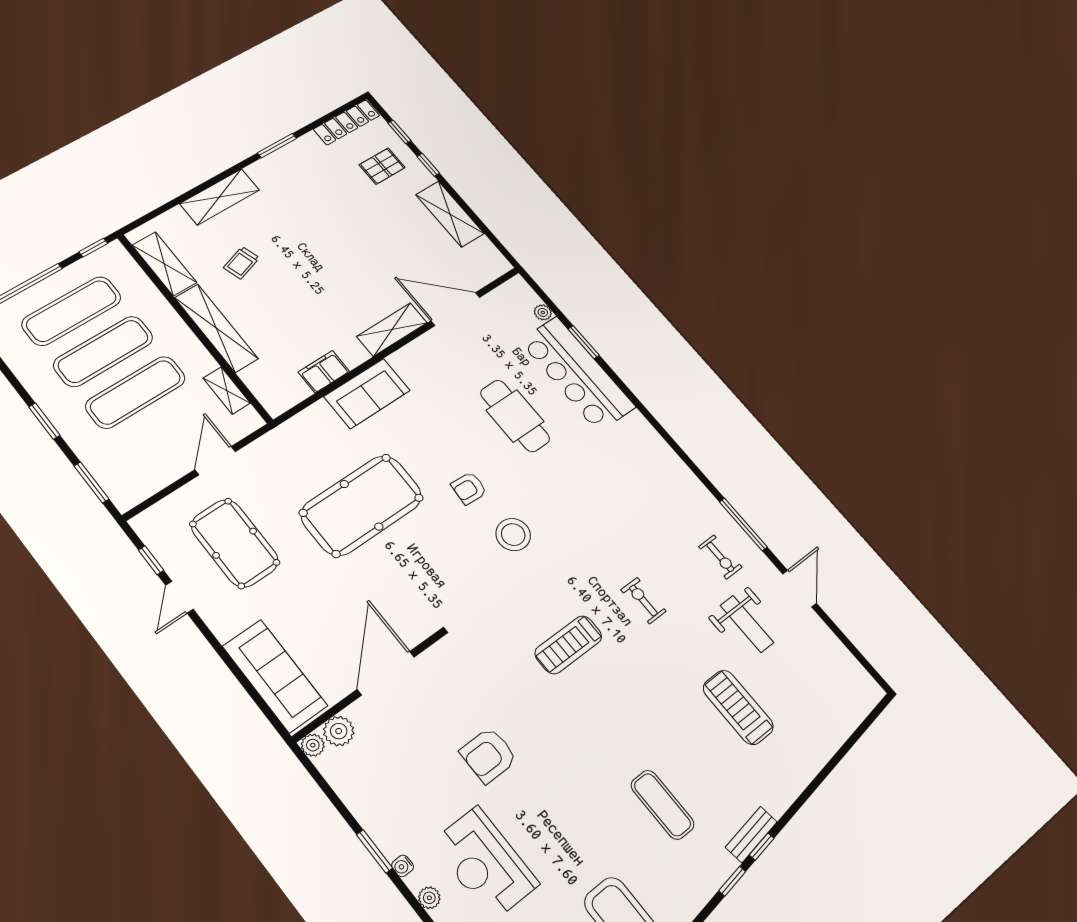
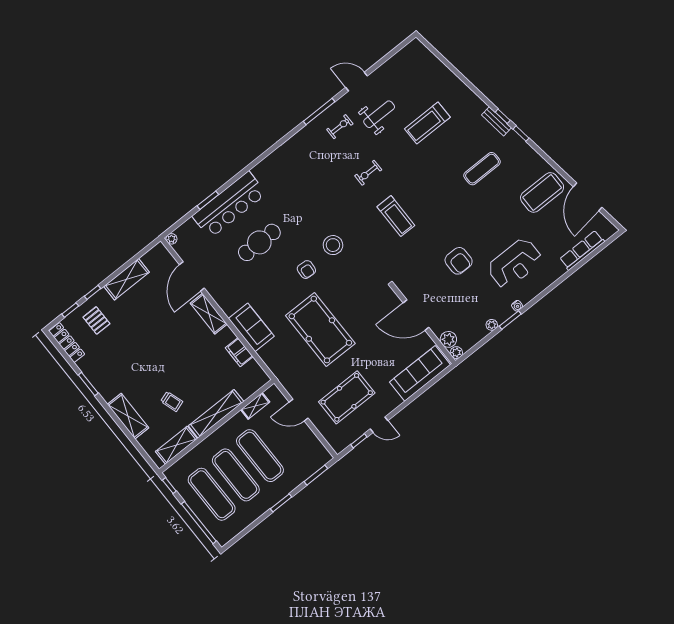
plant: (543, 312) -> (171, 239), moved
plant: (429, 898) -> (492, 325), moved

